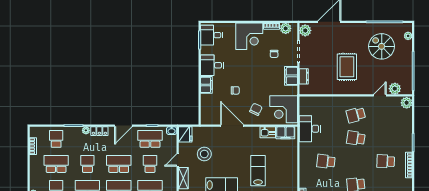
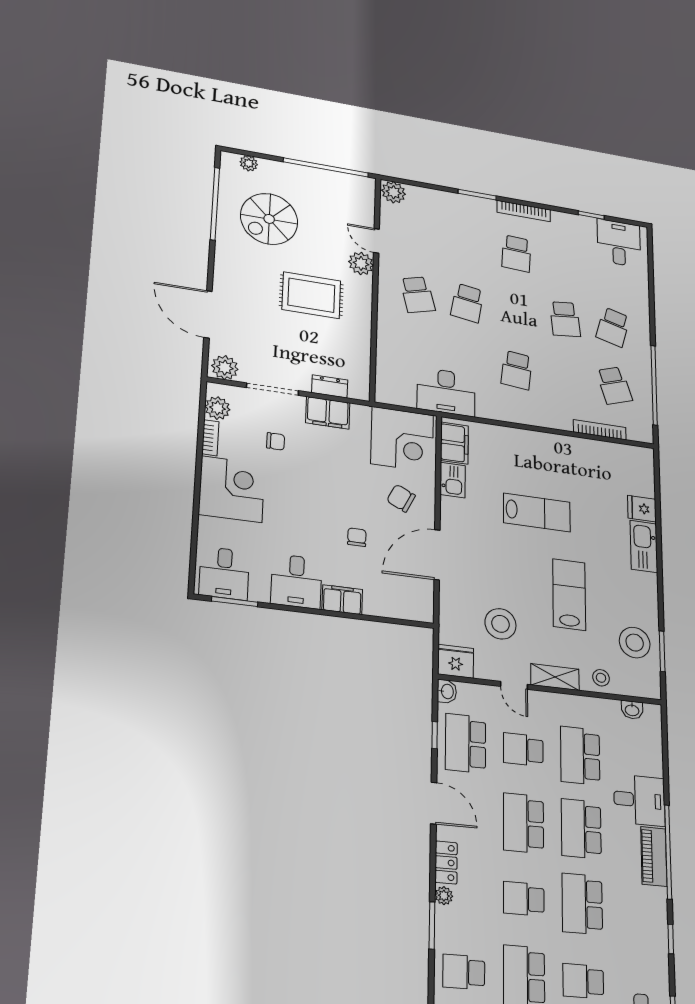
plant: (395, 89) -> (361, 263), moved
lab bench: (258, 171) -> (537, 512), turned 180

